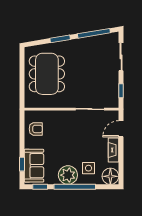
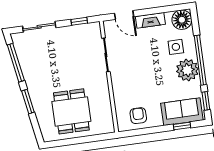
dining table: (47, 74) -> (71, 111), width x0.73

